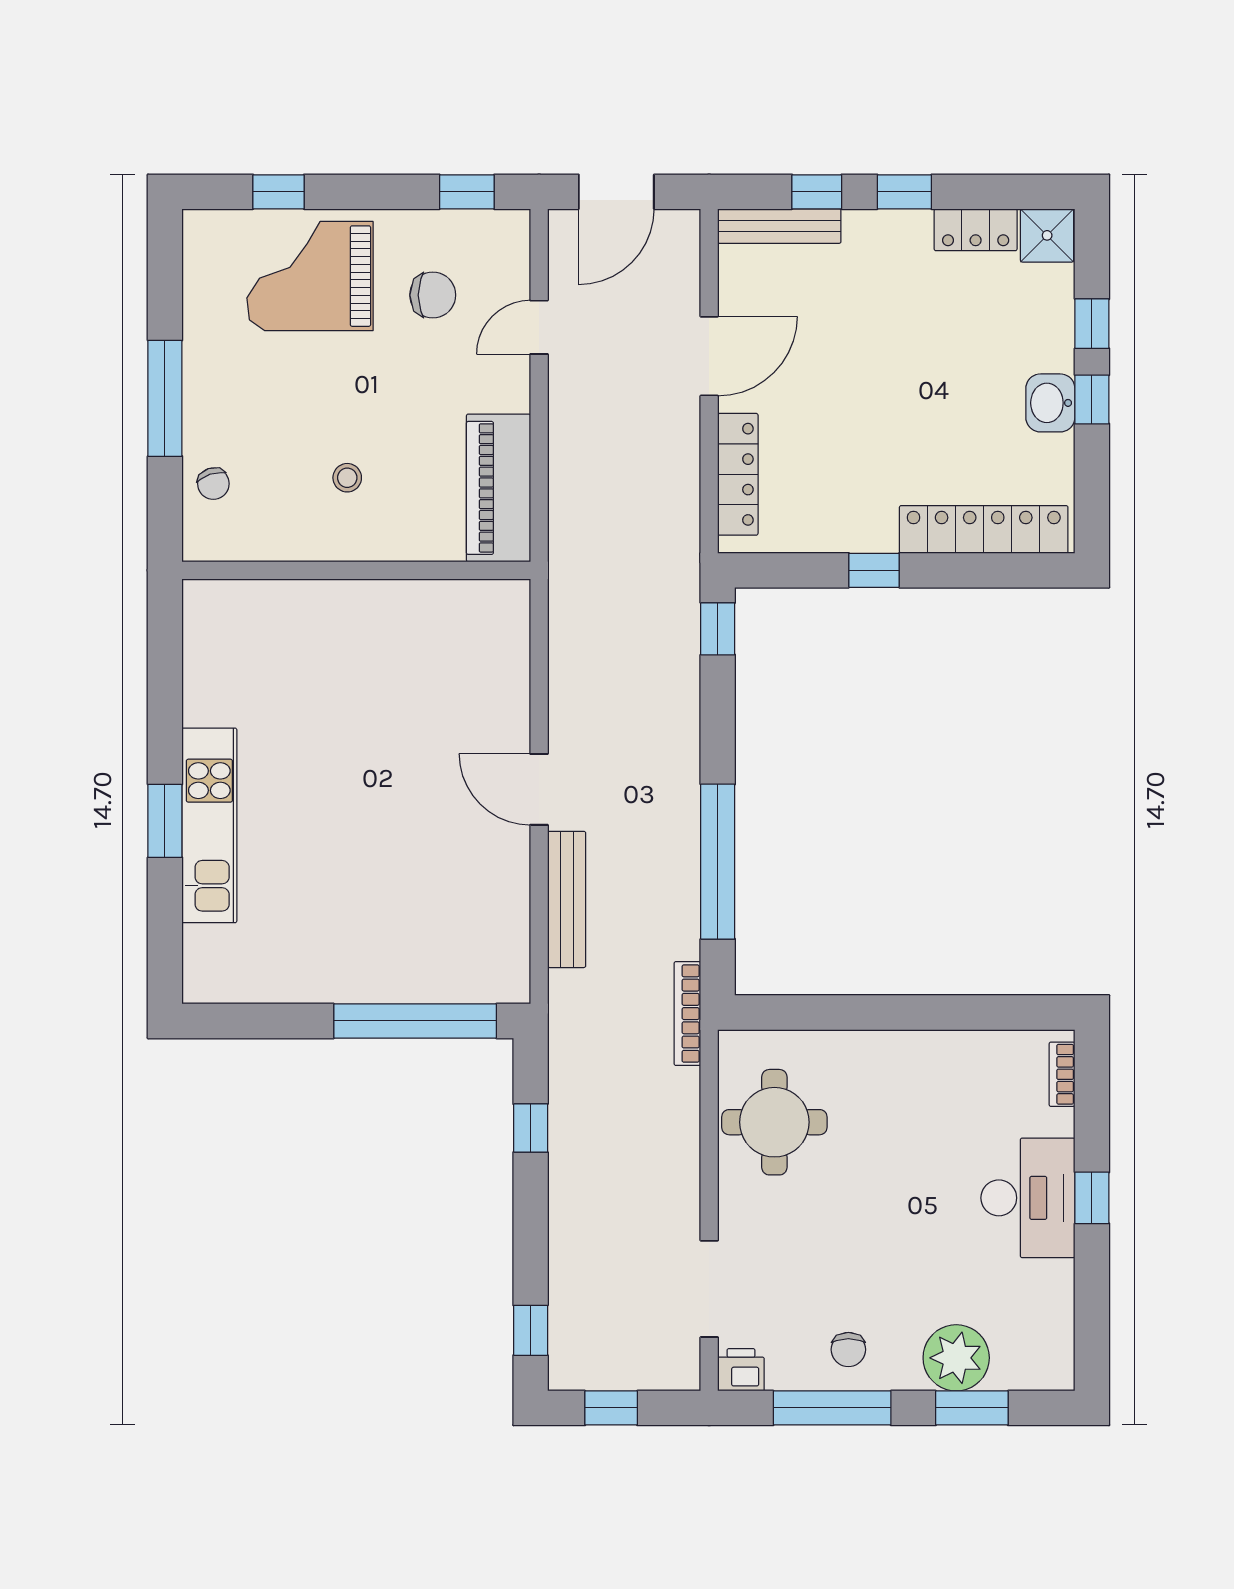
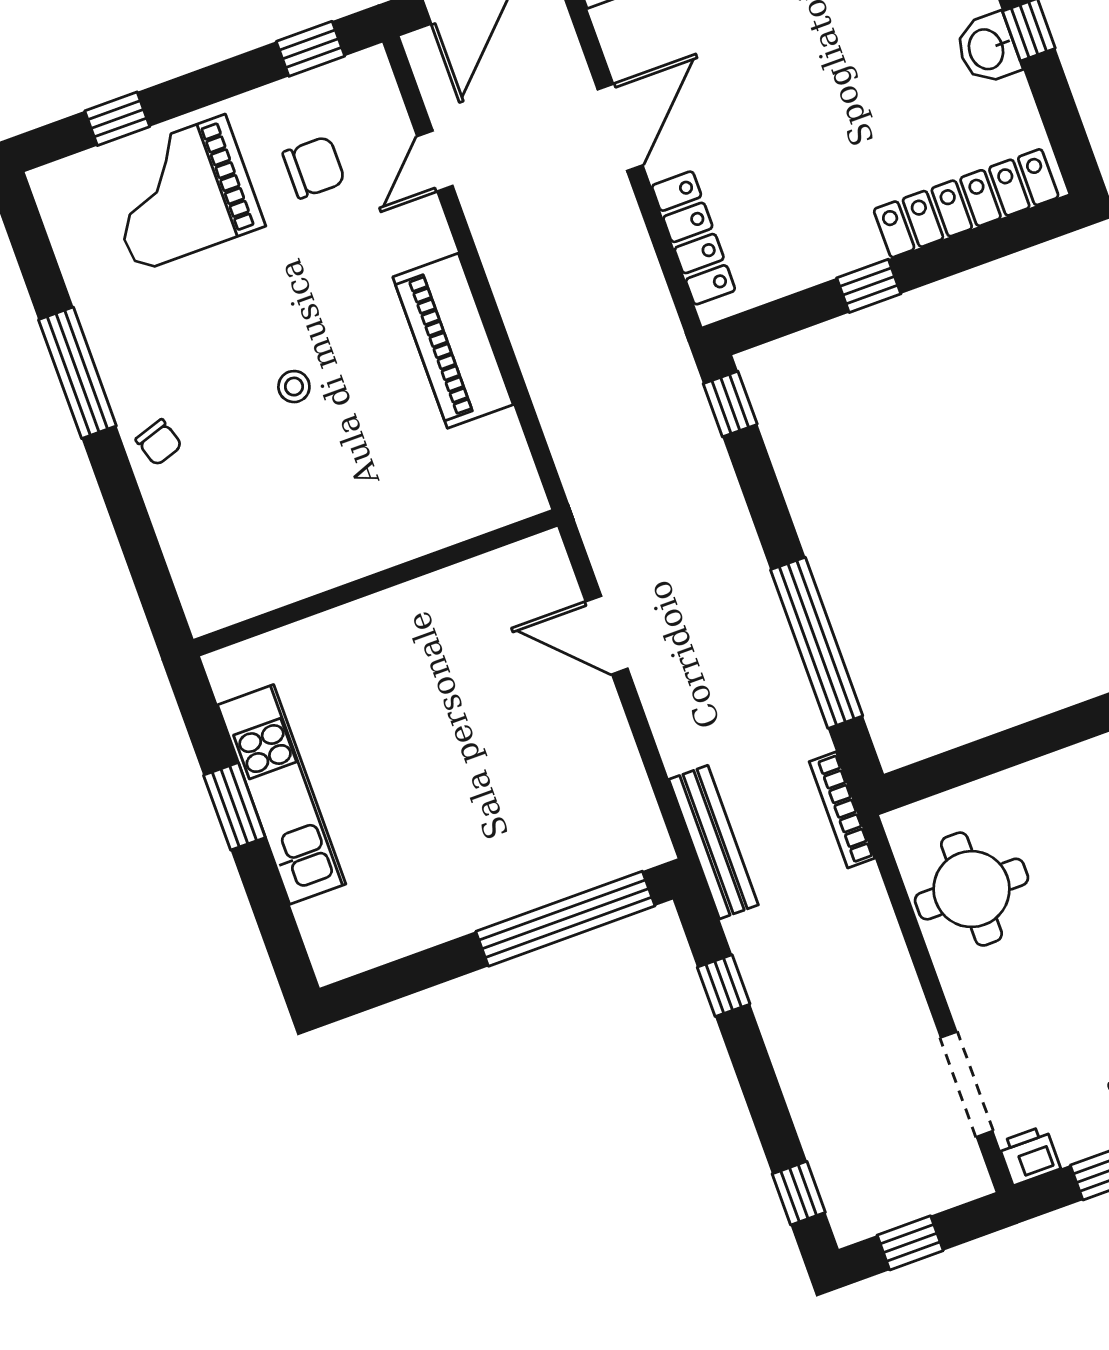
wall: (356, 570) -> (376, 583), moved
bench: (567, 899) -> (714, 842), moved

